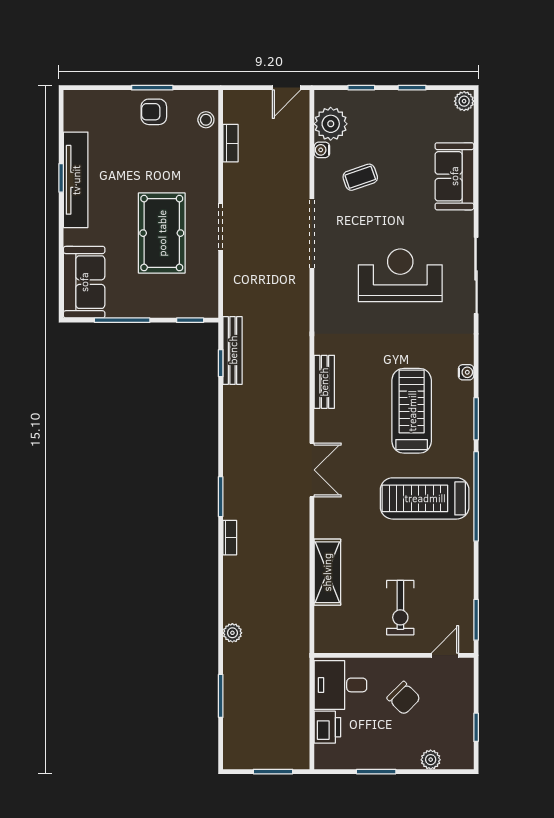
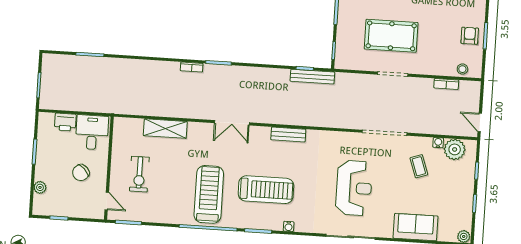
exercise bike: (400, 608) -> (139, 174), turned -90
plant: (232, 633) -> (130, 65), removed

